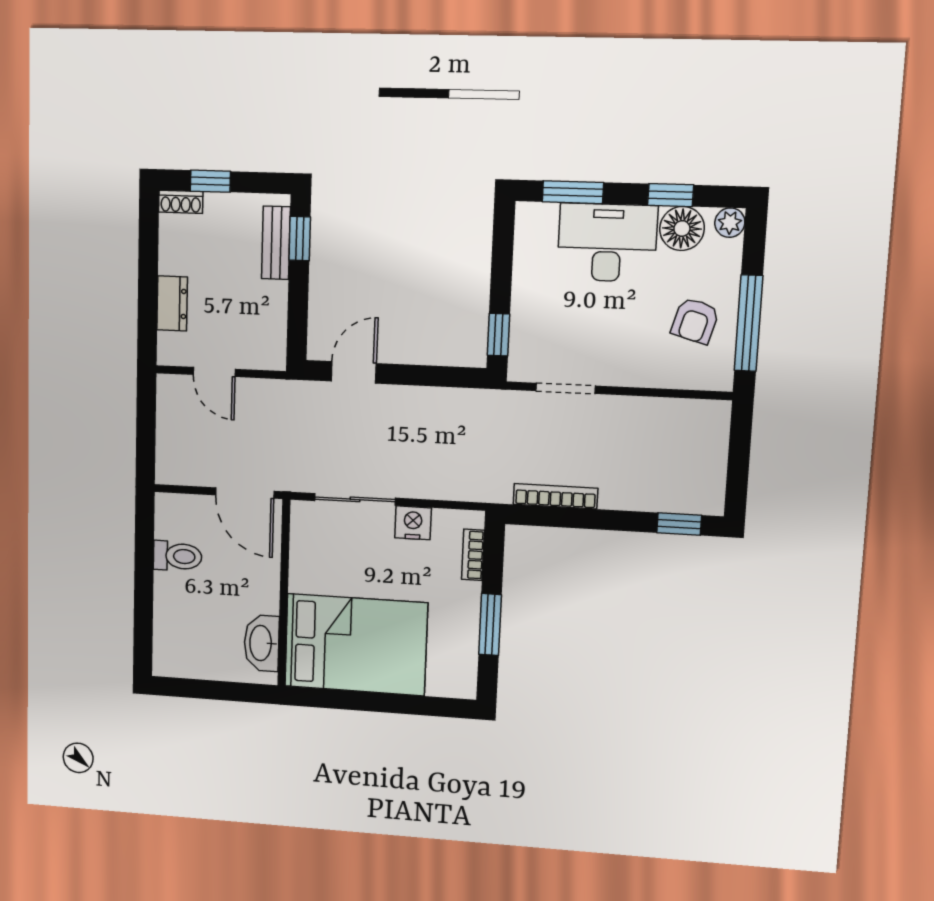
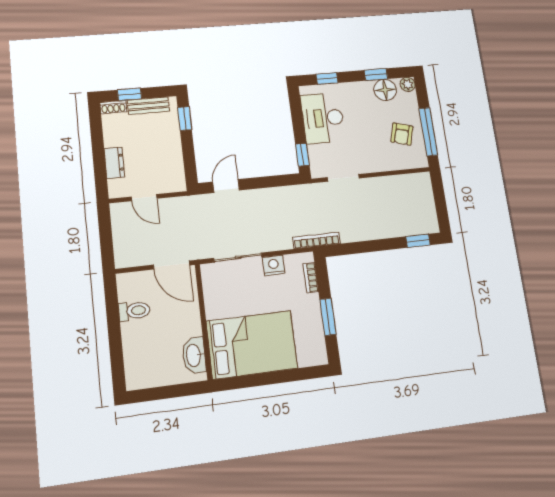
window: (573, 192) -> (327, 78), width x0.67
bench: (276, 243) -> (148, 106), moved, turned 90
desk: (607, 243) -> (323, 118), moved, turned -90
bookcase: (555, 496) -> (316, 240), moved

